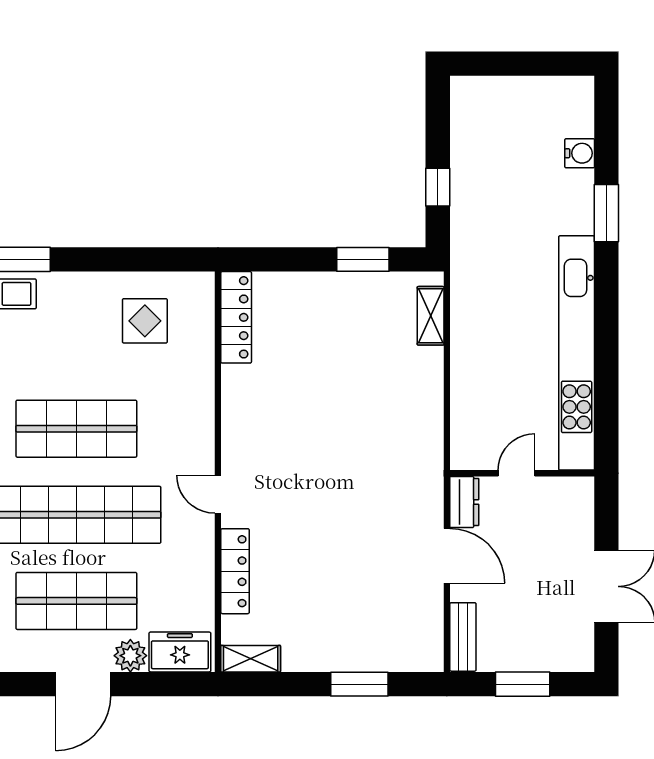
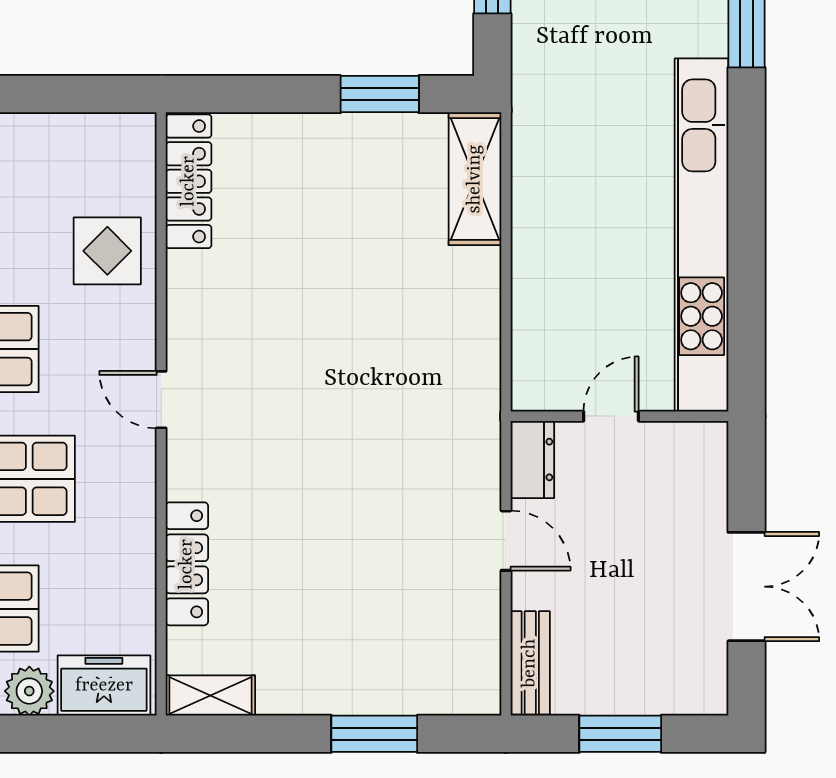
shelving: (431, 316) -> (475, 179), width x1.50, depth x1.33
display table: (145, 321) -> (107, 251), moved
door: (218, 494) -> (161, 400), moved
door: (447, 556) -> (506, 541), width x0.73

